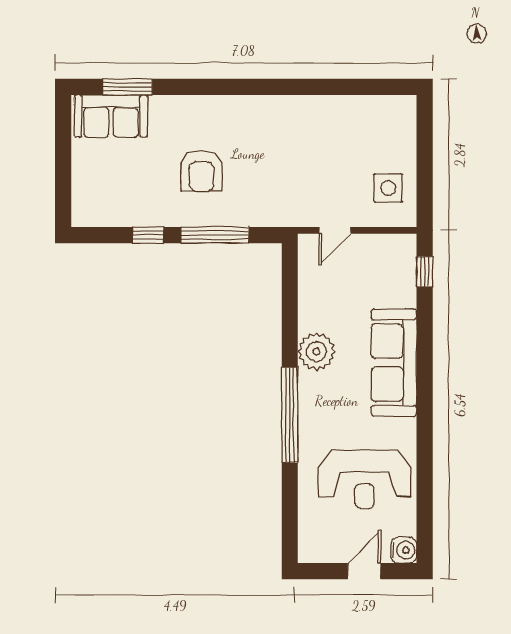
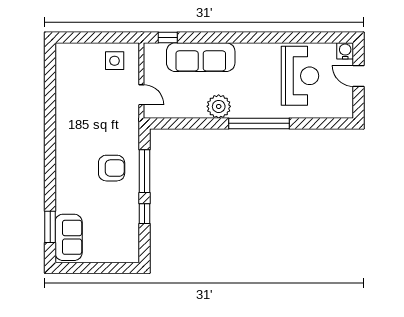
armchair: (201, 171) -> (112, 168), moved
sofa: (394, 363) -> (201, 57), moved

